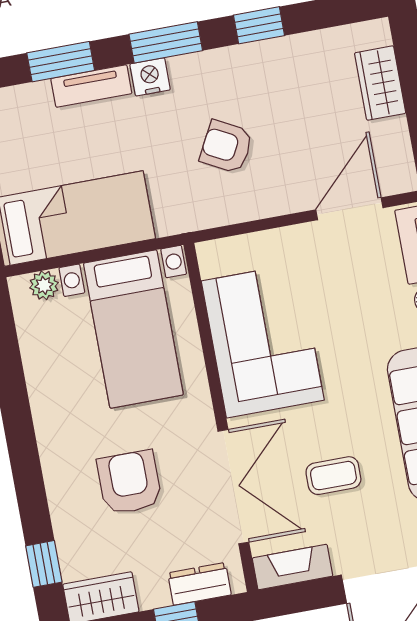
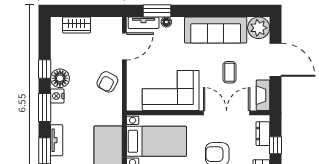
floor lamp: (243, 67) -> (60, 78), added
nightstand: (150, 77) -> (57, 96), moved
armchair: (226, 147) -> (107, 82), moved
door: (349, 209) -> (124, 46), swing flipped

